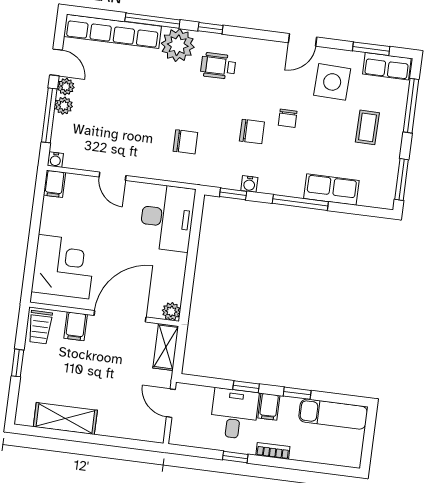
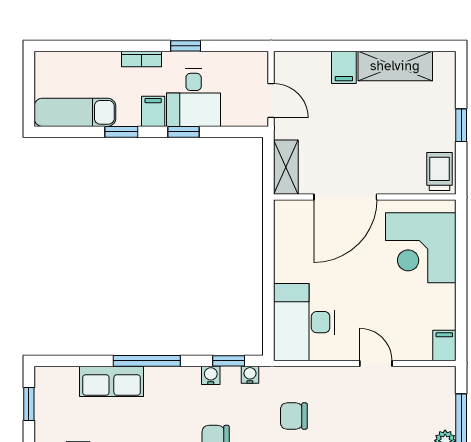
water cooler: (55, 160) -> (250, 375), moved
window: (402, 179) -> (29, 404), width x0.67
plant: (171, 311) -> (285, 211), removed
filing cabinet: (76, 326) -> (344, 67), moved, turned 180

